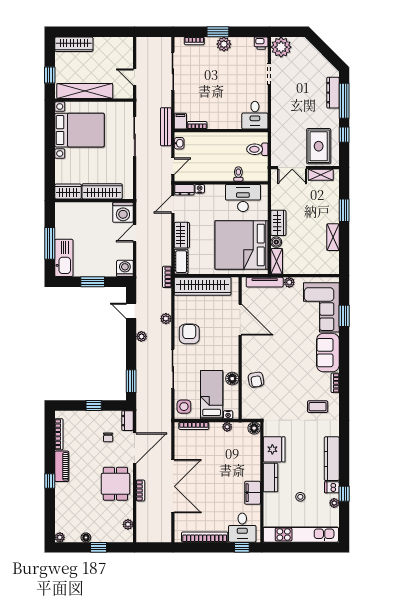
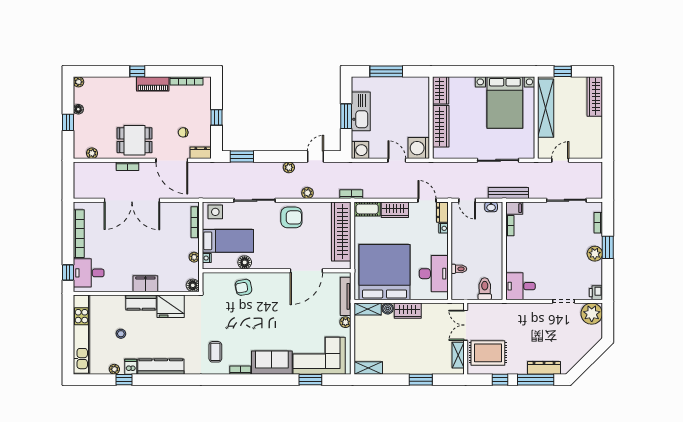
shelving: (333, 237) -> (368, 368), moved
kitchen sink: (64, 258) -> (361, 111), moved, turned -90
filing cabinet: (253, 493) -> (145, 284), moved

